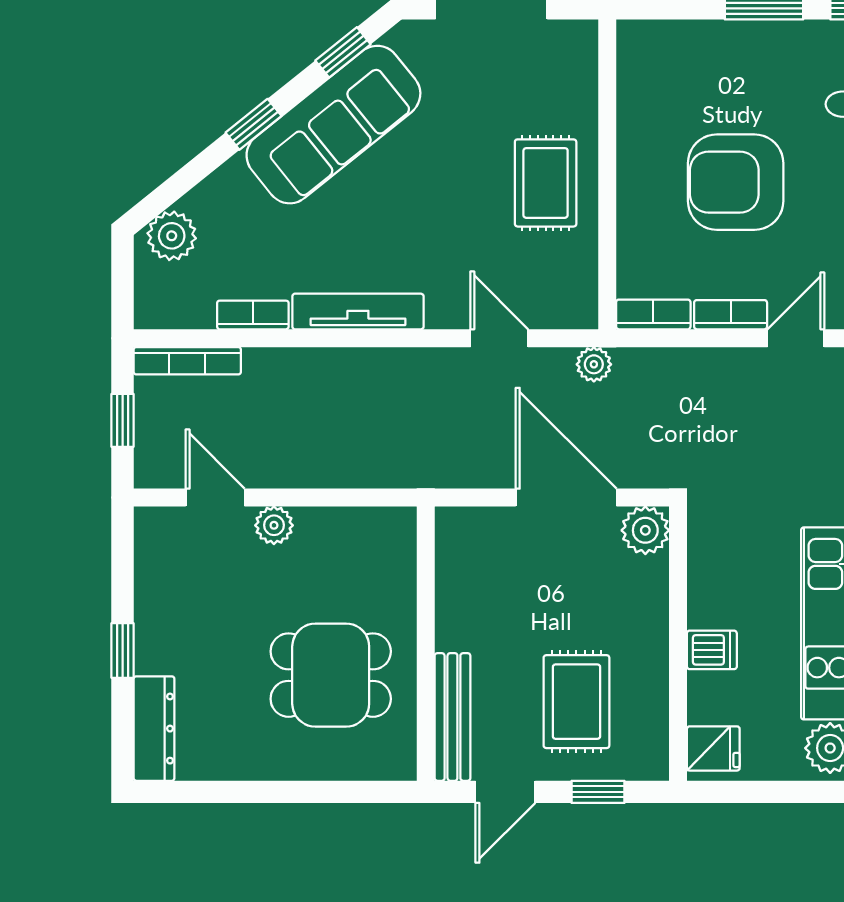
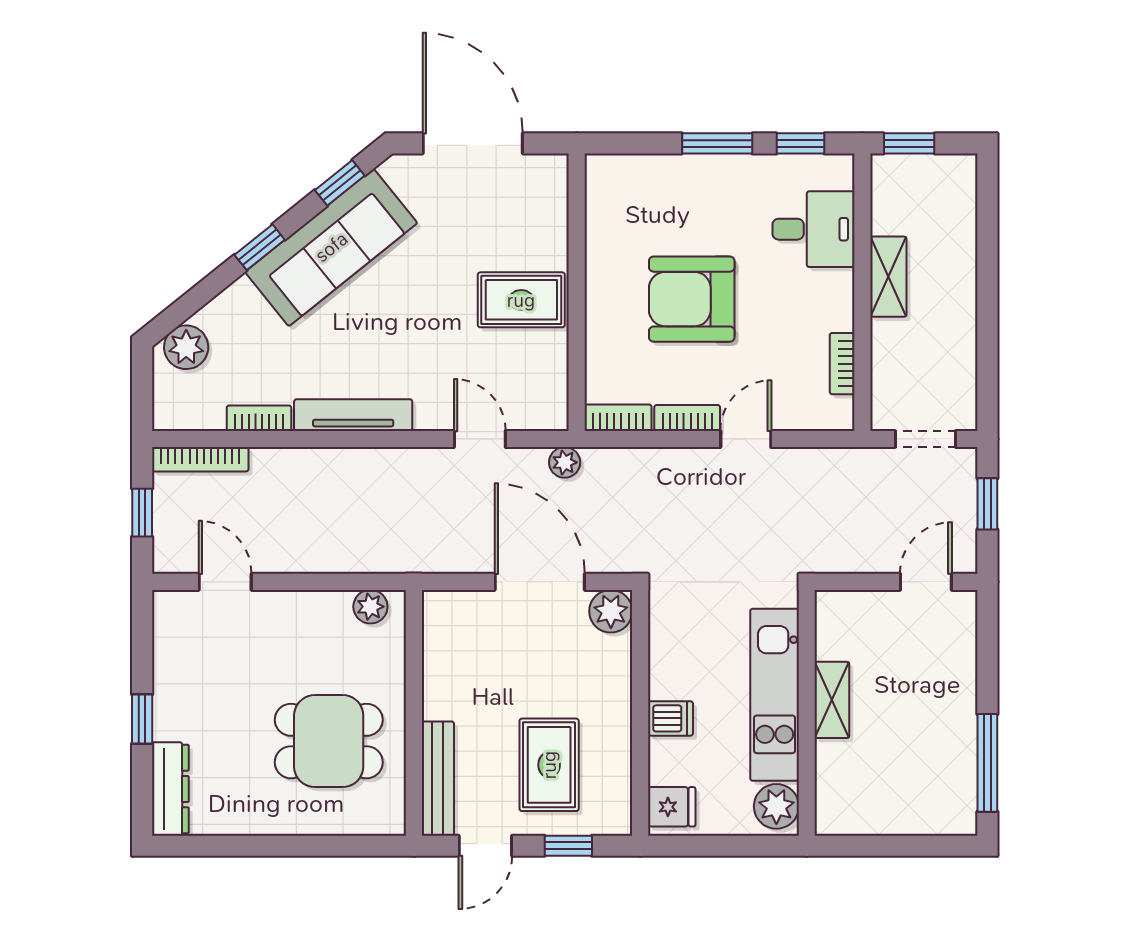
rug: (546, 183) -> (521, 300), turned 90
plant: (274, 525) -> (370, 607), moved

